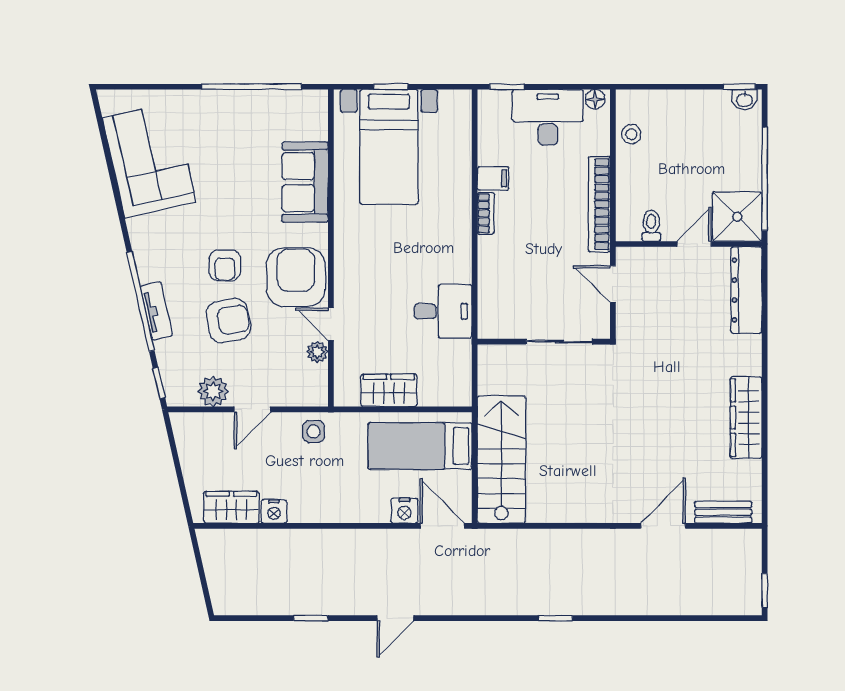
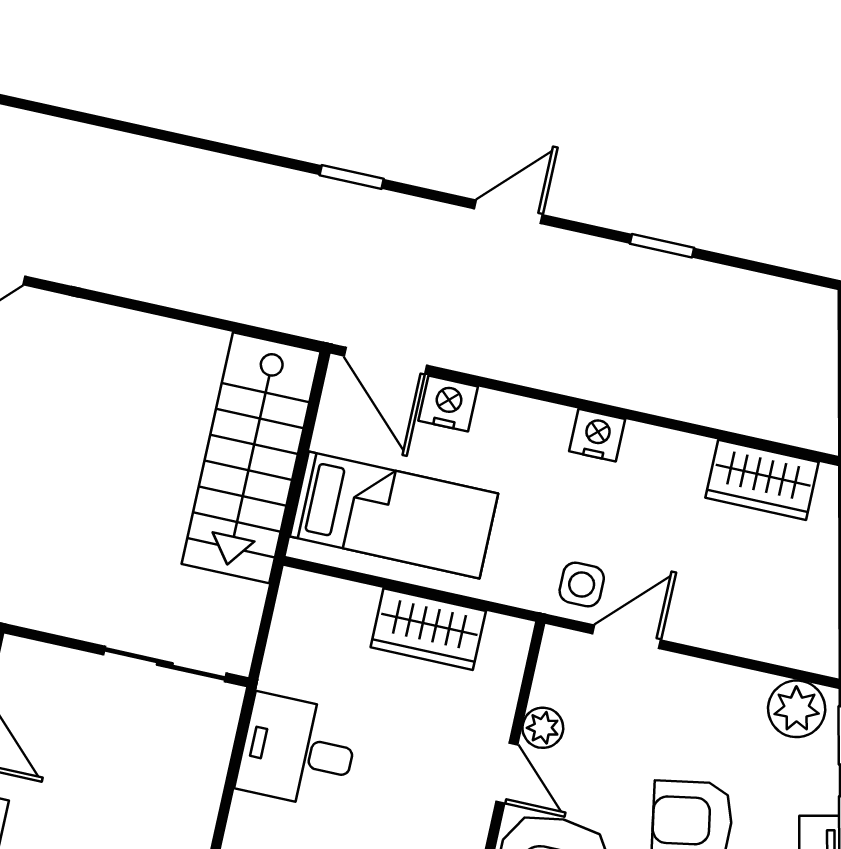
sliding door: (559, 342) -> (165, 664), moved
plant: (213, 391) -> (797, 709), moved
door: (252, 409) -> (627, 637), moved
nightstand: (274, 511) -> (597, 435), moved
window: (555, 618) -> (352, 177), moved

